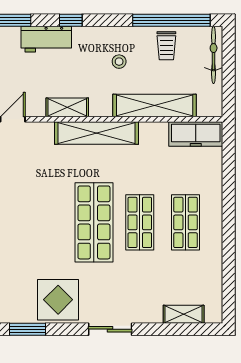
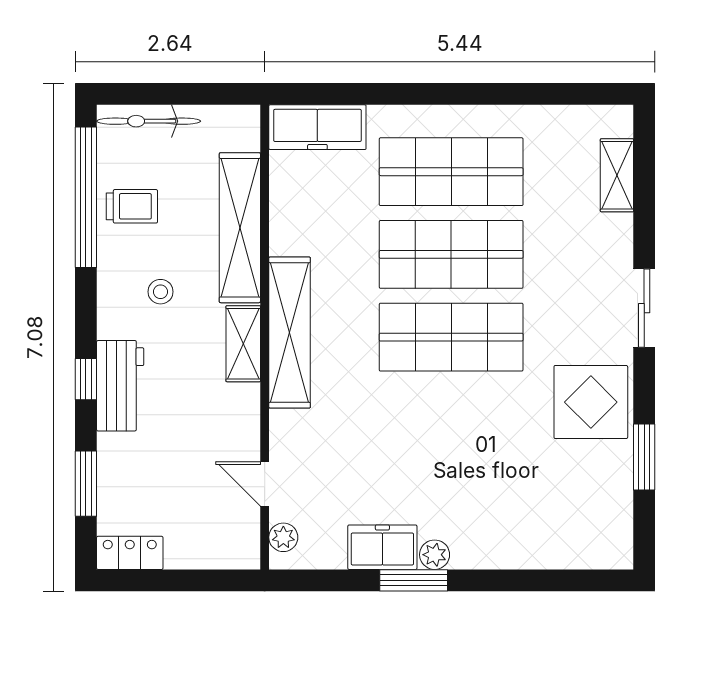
workbench: (46, 39) -> (120, 386), moved
shelving: (67, 107) -> (243, 344), moved
freezer: (196, 134) -> (317, 127), moved, turned 90
shop shelf: (140, 222) -> (451, 254), width x1.43, depth x1.36
shop shelf: (186, 222) -> (451, 172), width x1.43, depth x1.36

